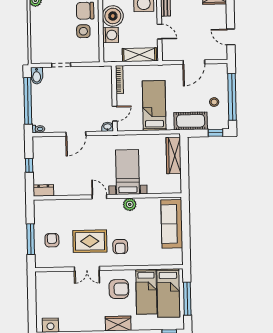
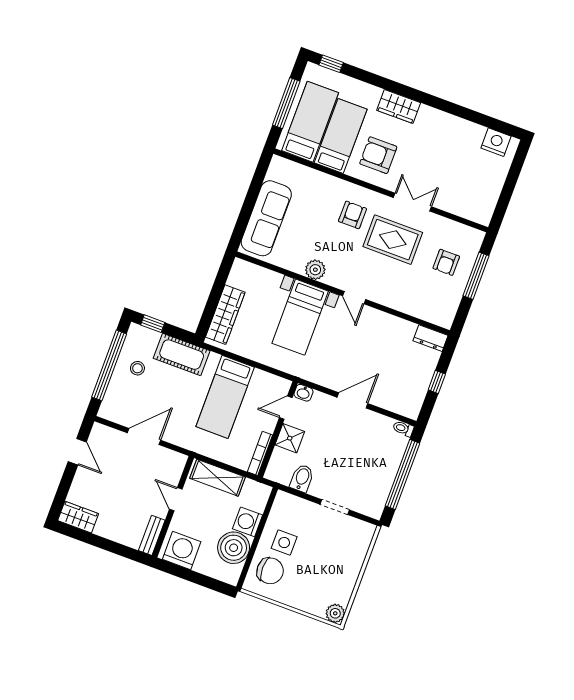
bidet: (37, 76) -> (302, 478), moved
shower: (105, 96) -> (290, 438), added

